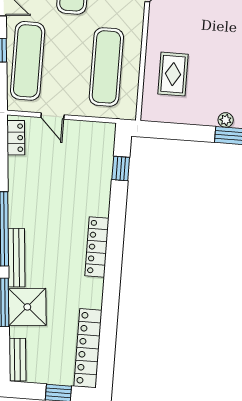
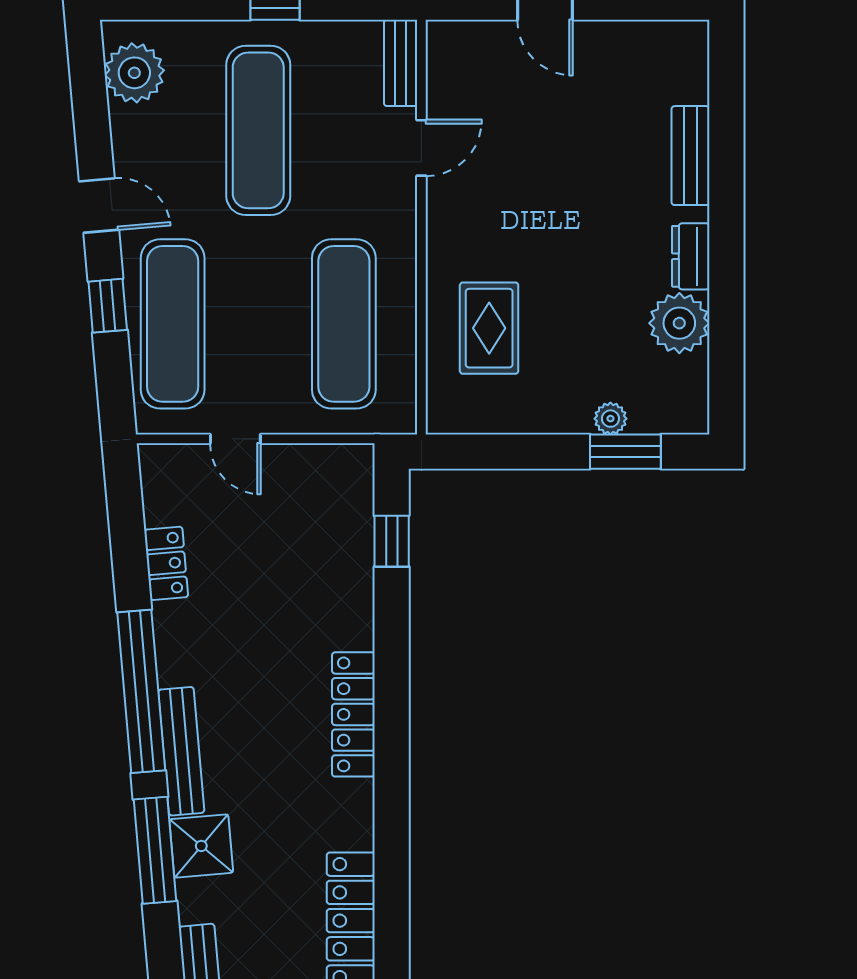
locker: (16, 138) -> (166, 563), moved
shower: (27, 307) -> (201, 846), width x0.73, depth x0.73

